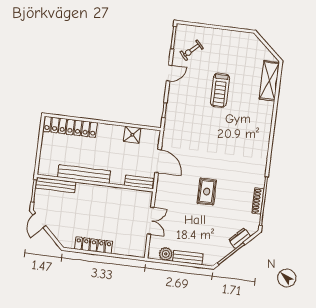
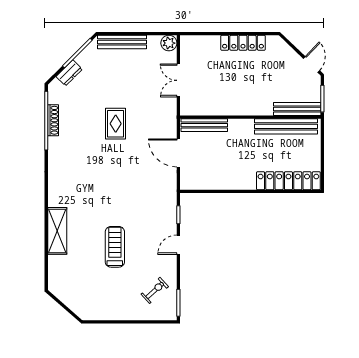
door: (169, 73) -> (178, 245), moved
shelving: (269, 81) -> (57, 231), moved
shower: (132, 135) -> (213, 181), removed
bench: (84, 174) -> (286, 126), moved
bench: (139, 182) -> (204, 125), width x1.36
plant: (166, 254) -> (169, 43), moved
bench: (188, 258) -> (122, 42), width x1.36

